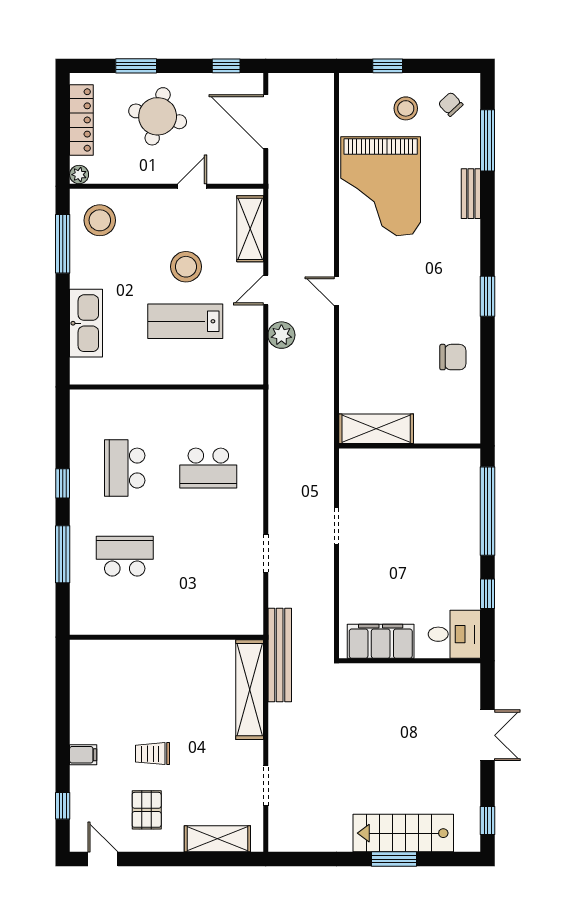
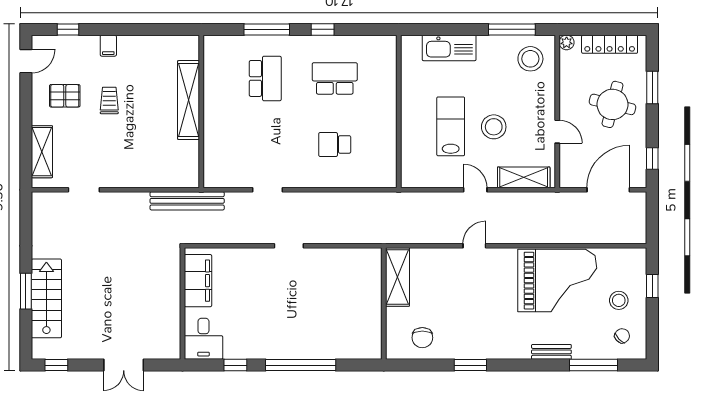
grand piano: (381, 186) -> (557, 281), turned 180
plant: (281, 335) -> (440, 202), removed
shelving: (376, 429) -> (397, 277), moved
wall: (410, 446) -> (384, 303), moved
school desk: (208, 468) -> (335, 144), width x0.54
shelving: (250, 690) -> (189, 100), moved, turned 90

